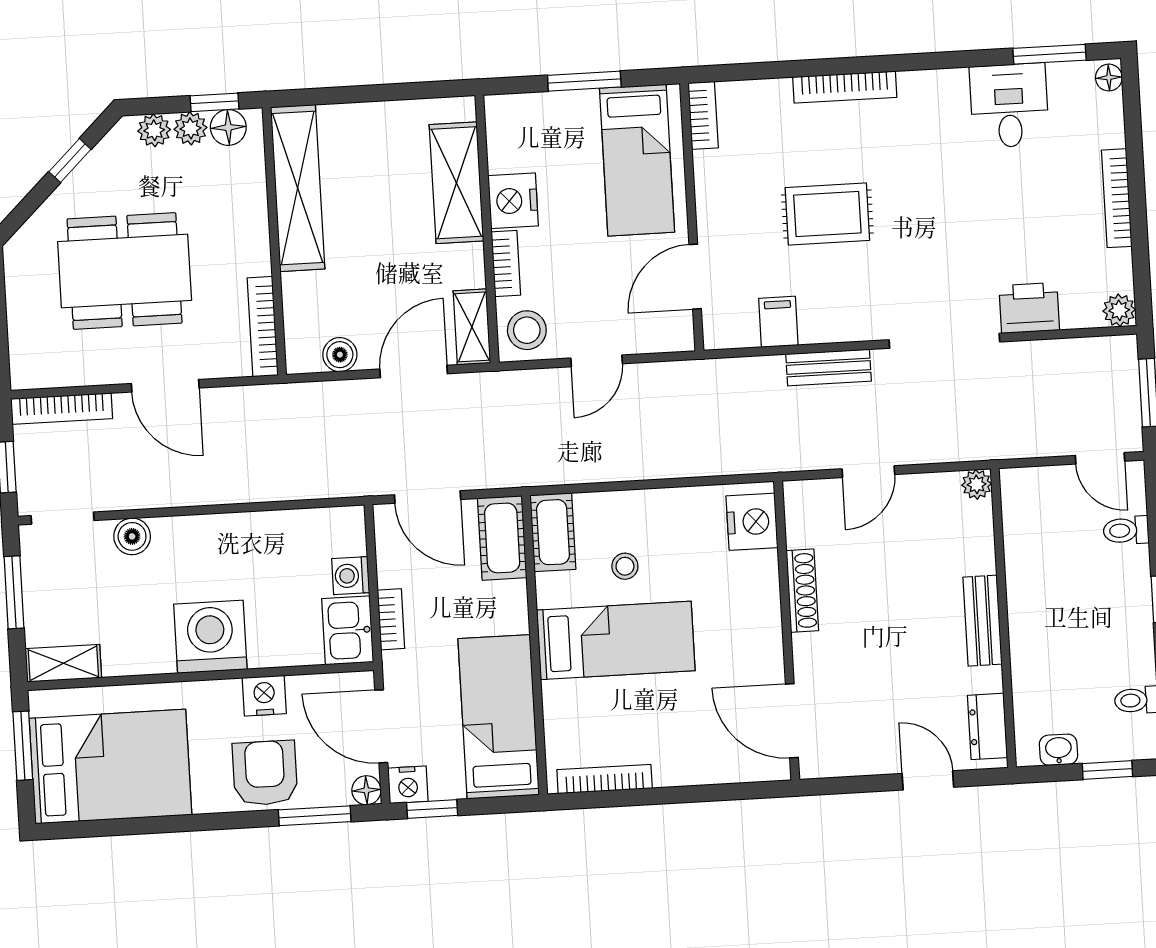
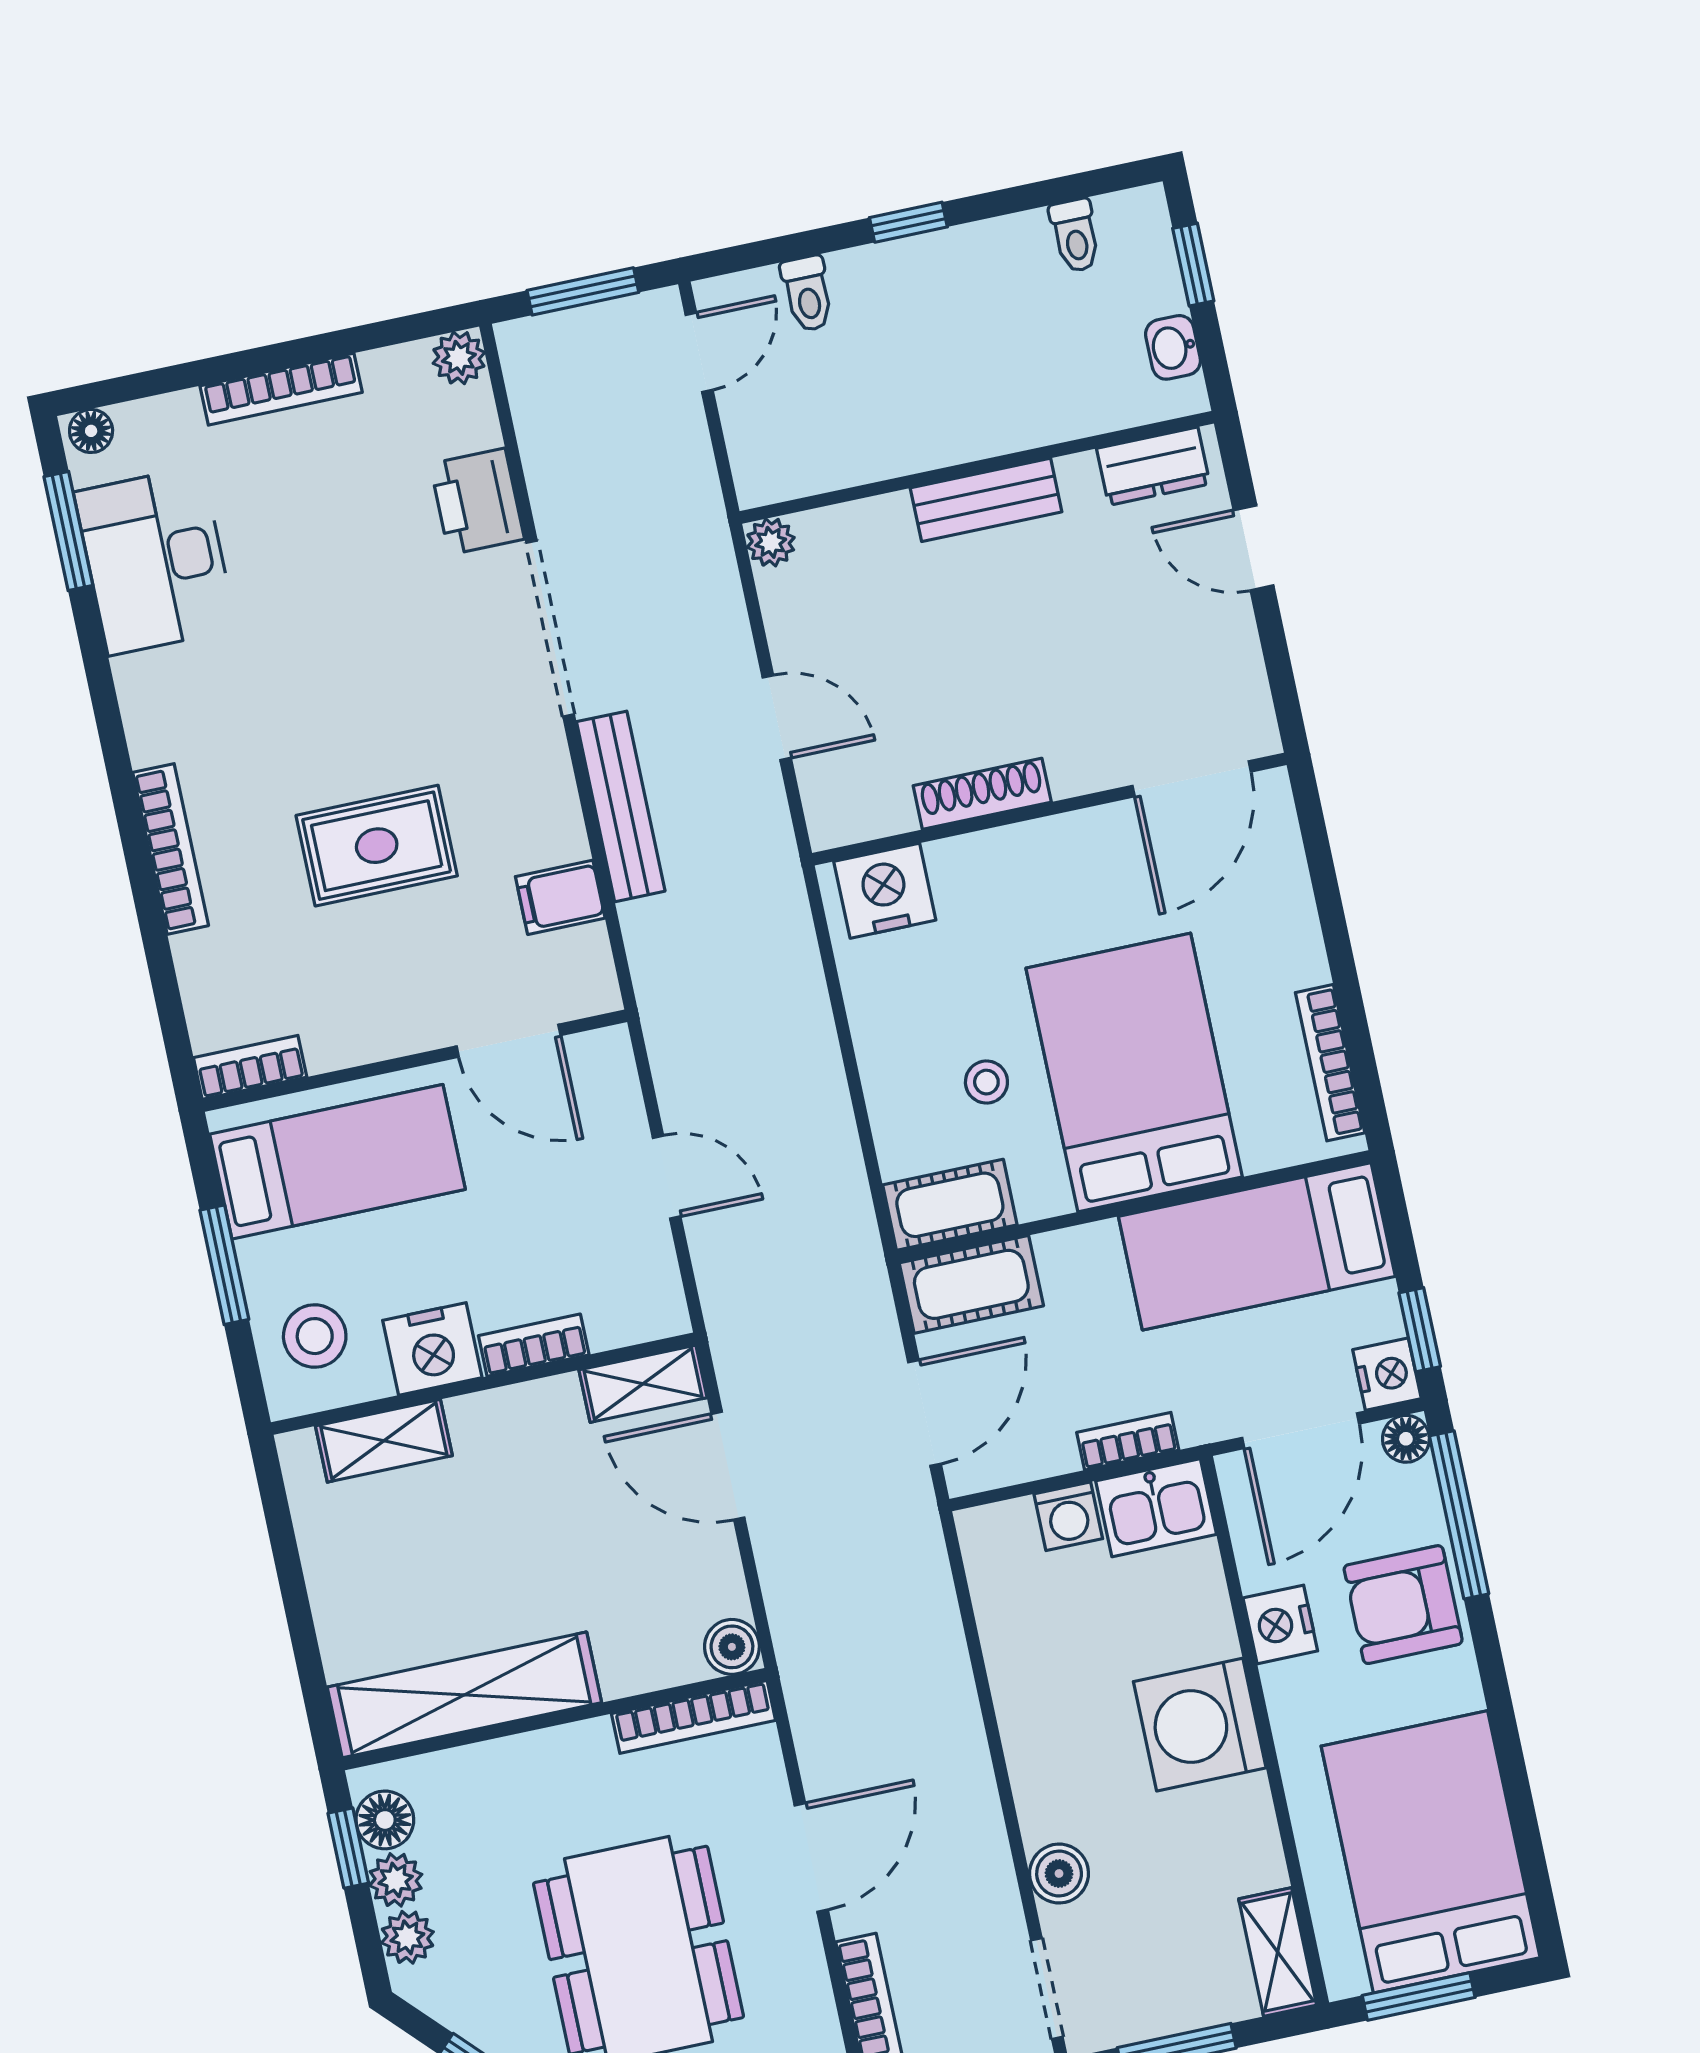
desk: (1009, 106) -> (155, 561), width x1.37
shelving: (456, 183) -> (384, 1441), width x0.67, depth x0.75
rug: (827, 214) -> (377, 846), turned 90
stool: (527, 330) -> (315, 1336), moved
boiler: (340, 355) -> (732, 1647), moved
bench: (829, 367) -> (621, 806), width x1.36
bed: (616, 640) -> (1134, 1072), width x1.50
door: (928, 780) -> (1253, 548), hinge flipped
window: (315, 816) -> (1459, 1515), width x1.44

